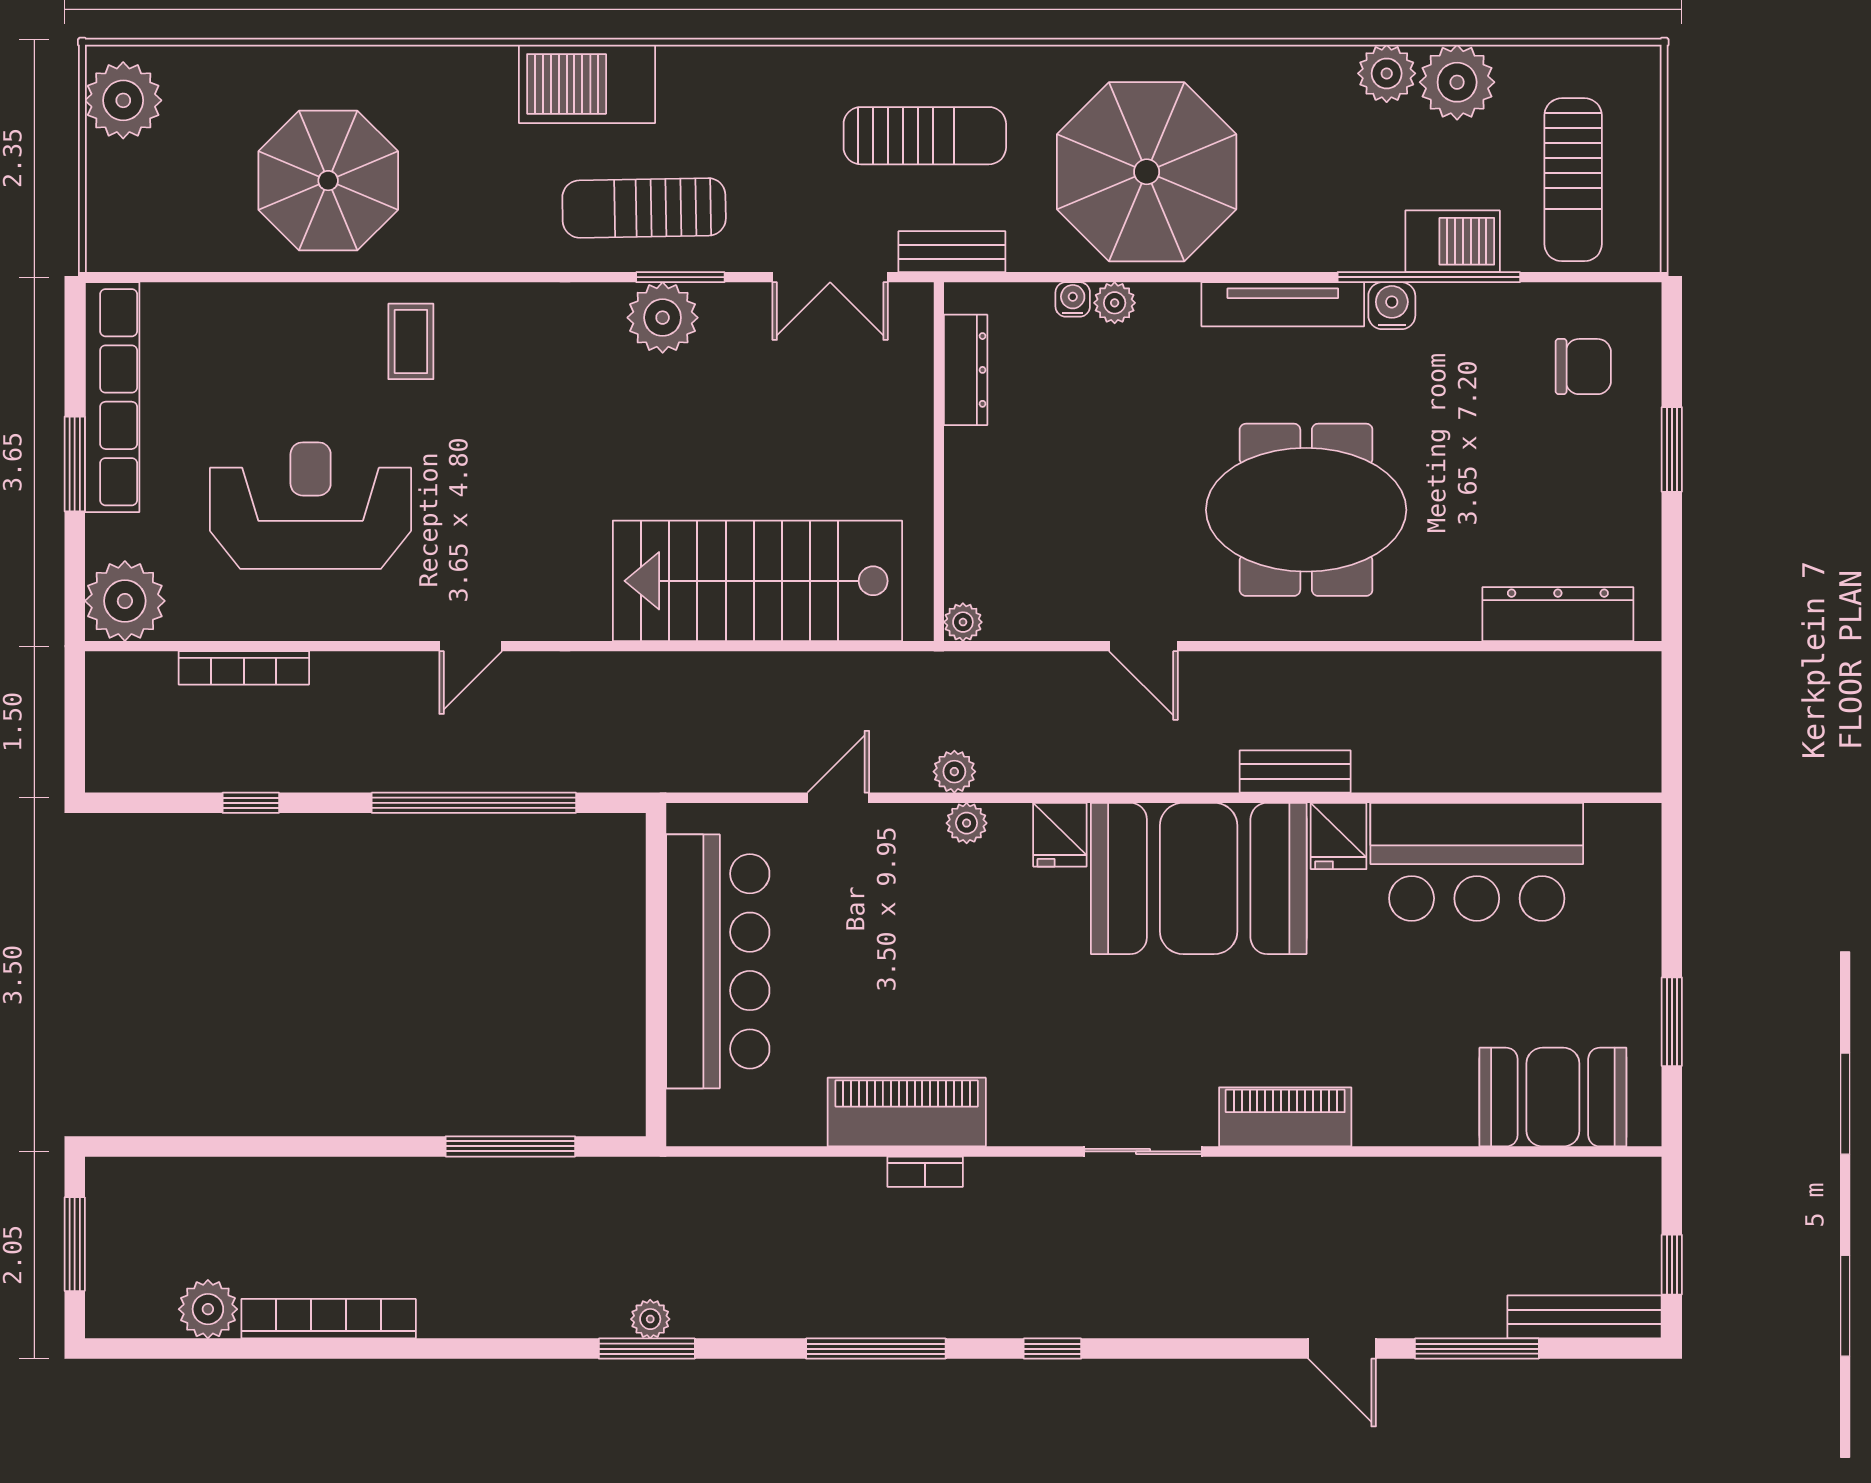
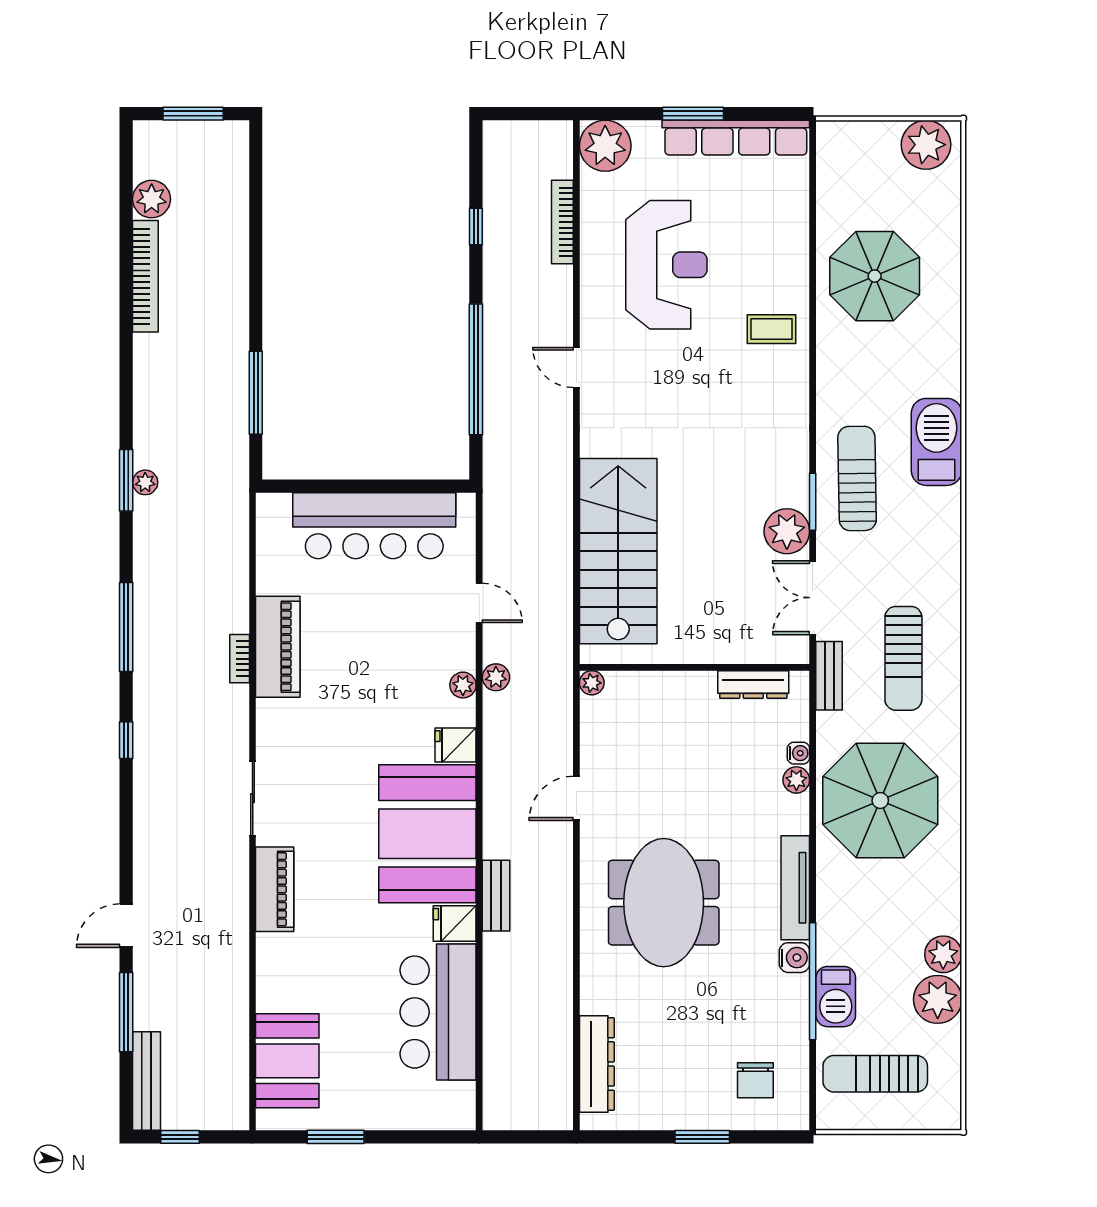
plant: (663, 318) -> (787, 531), moved

